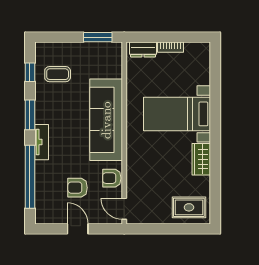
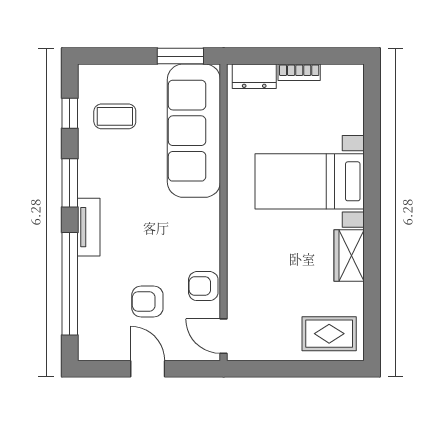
sofa: (106, 120) -> (194, 131), moved

